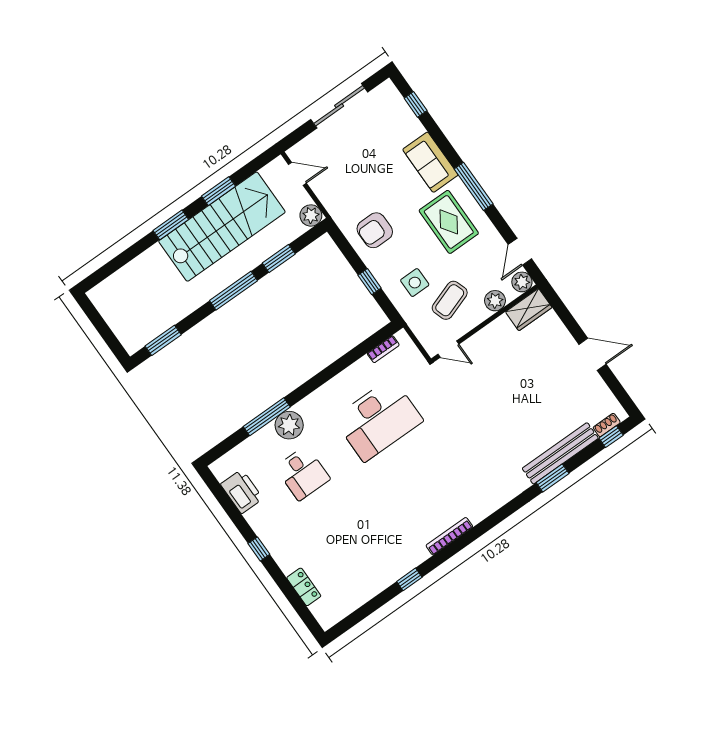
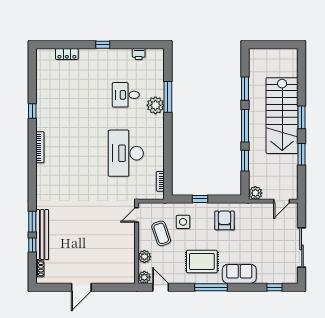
stairs: (222, 227) -> (282, 116), moved
wardrobe: (529, 310) -> (128, 271), removed
window: (163, 340) -> (245, 89), moved
window: (611, 437) -> (32, 245), moved
printer: (242, 491) -> (139, 54), width x0.53, depth x0.68

